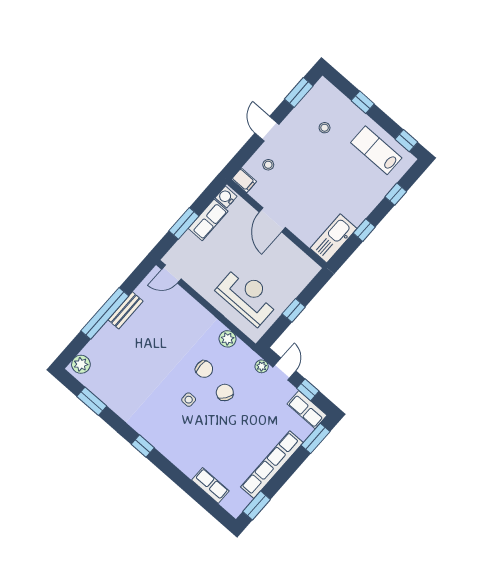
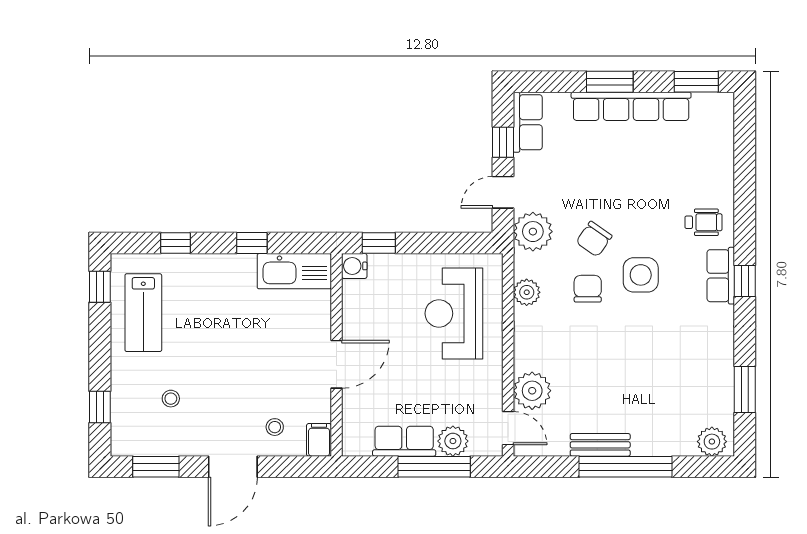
window: (363, 102) -> (100, 407), moved
door: (267, 129) -> (233, 467), width x1.38
water cooler: (226, 197) -> (354, 266), moved, turned 90
window: (184, 223) -> (434, 467), width x1.44
plant: (188, 243) -> (453, 441), added
plant: (179, 301) -> (532, 391), added
window: (294, 310) -> (379, 243), moved
plant: (262, 366) -> (533, 232), width x1.88, depth x1.88
side table: (189, 400) -> (641, 275), width x1.87, depth x1.87
window: (315, 438) -> (610, 82), moved
wheelchair: (187, 451) -> (703, 222), added
row of seats: (210, 485) -> (721, 276), moved

